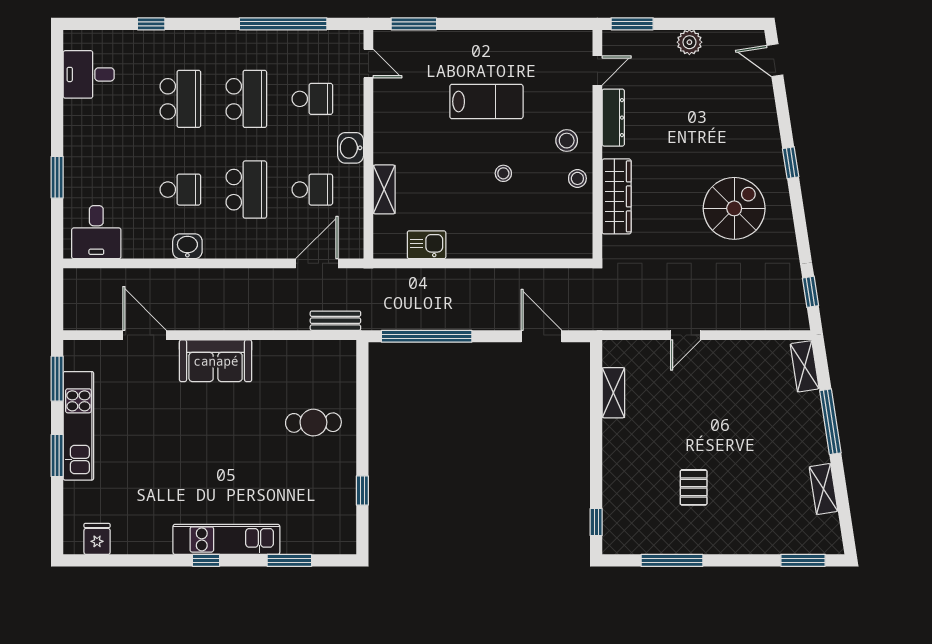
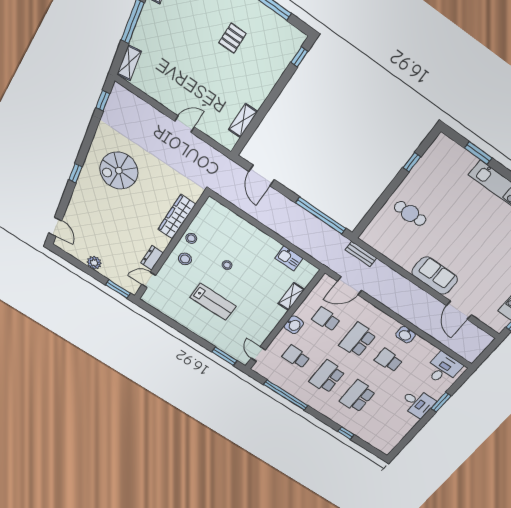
desk: (89, 74) -> (417, 403), moved
lab bench: (486, 102) -> (213, 302), turned 180
dresser: (613, 118) -> (152, 258), width x0.70

